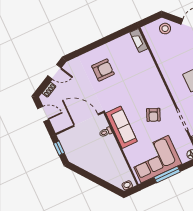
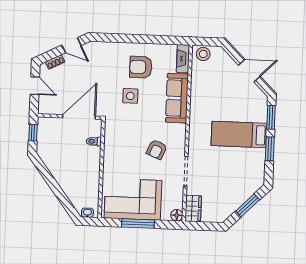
stool: (165, 29) -> (203, 54), moved
armchair: (103, 70) -> (141, 67), moved, turned 180
side table: (115, 86) -> (130, 96), added
door: (86, 120) -> (79, 117), hinge flipped
sofa: (121, 127) -> (177, 98), moved, turned 180

